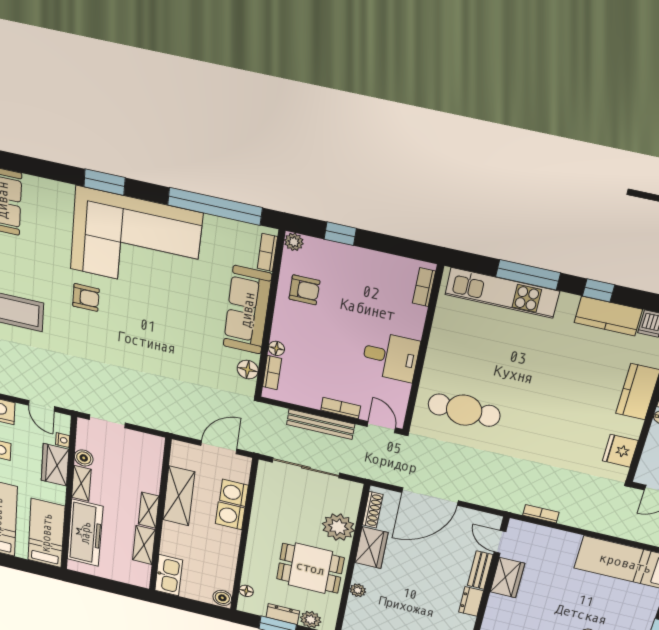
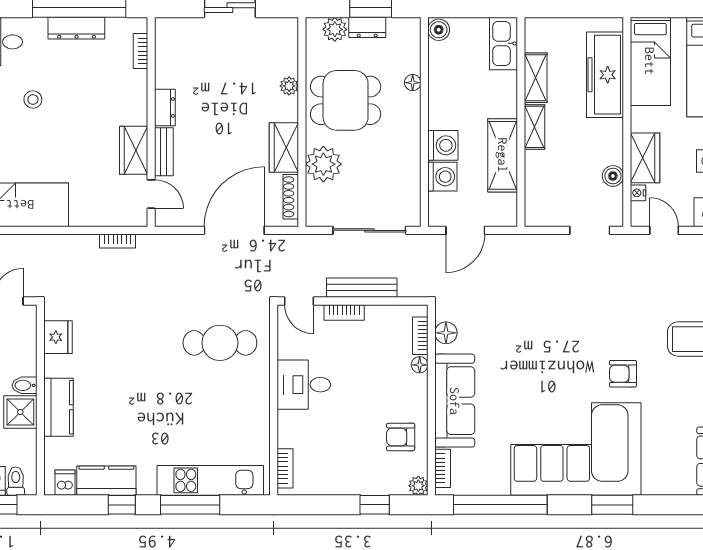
shelving: (81, 483) -> (613, 142), removed
floor lamp: (246, 591) -> (413, 83), moved

